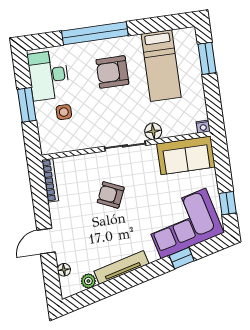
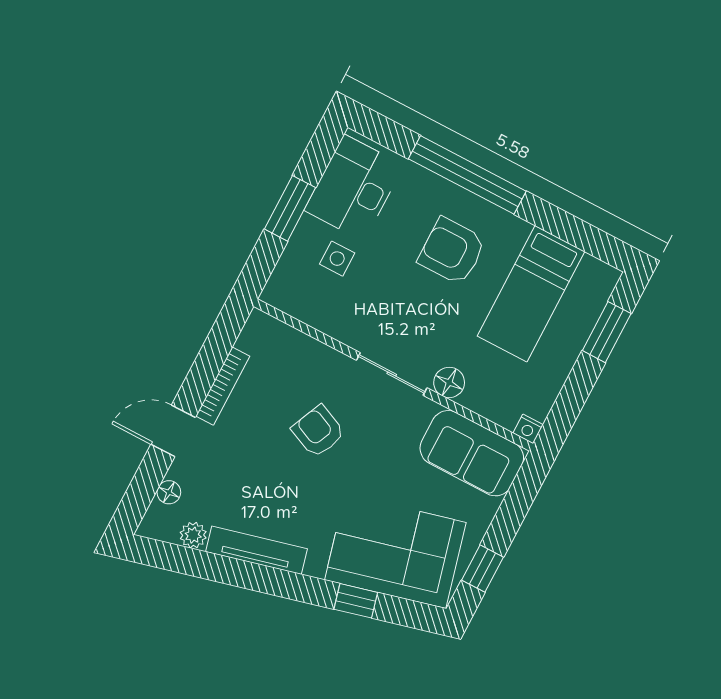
bookcase: (50, 180) -> (223, 386), moved

